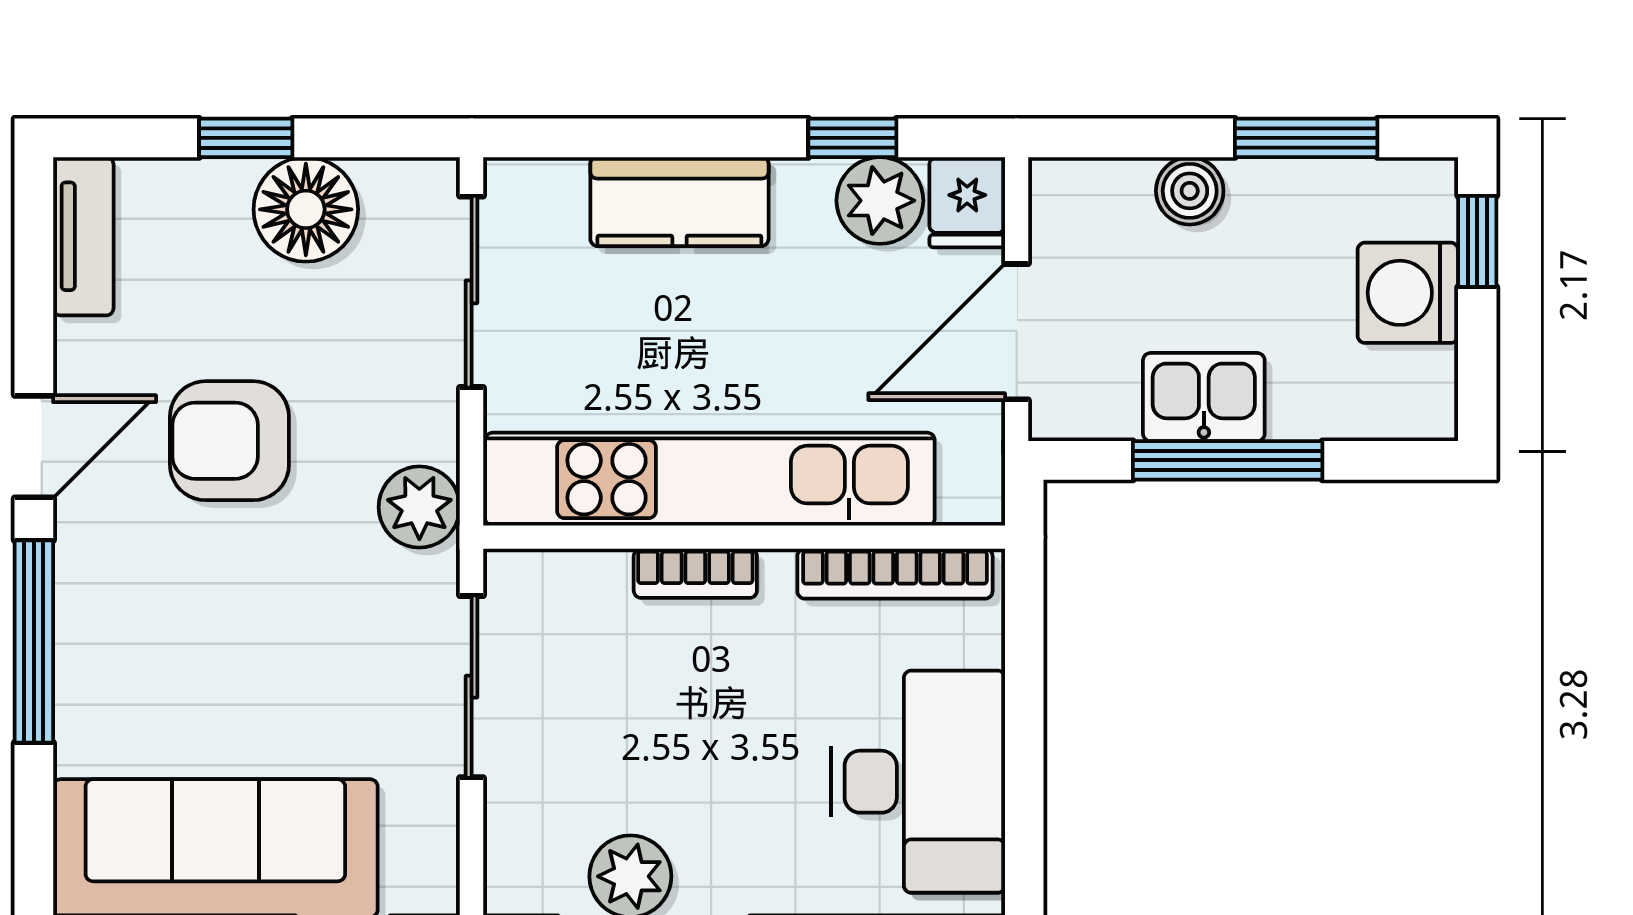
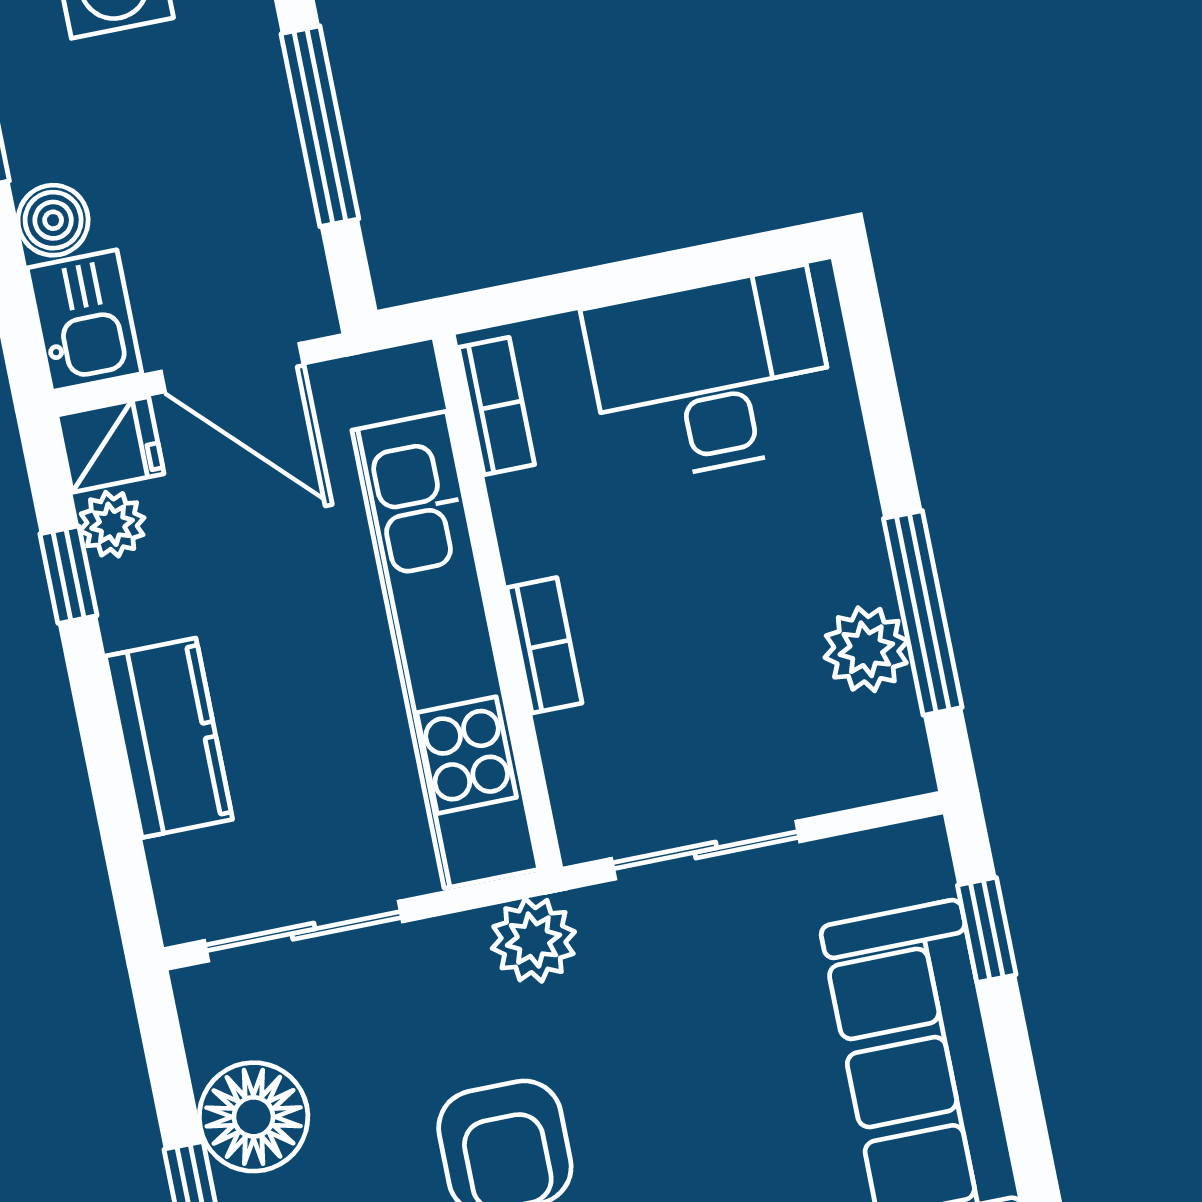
plant: (880, 201) -> (112, 524), width x0.73, depth x0.73
kitchen sink: (1204, 397) -> (84, 321), moved, turned 180
bookcase: (895, 574) -> (496, 406), width x0.64

